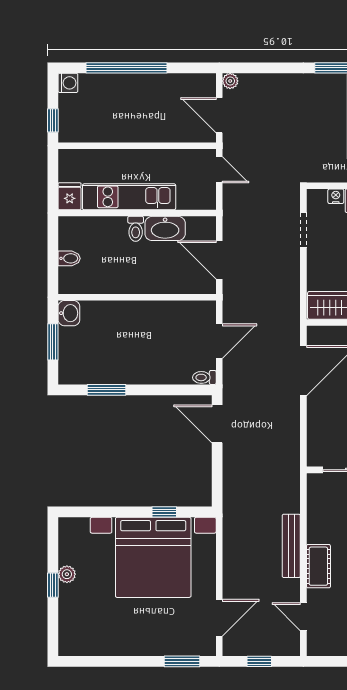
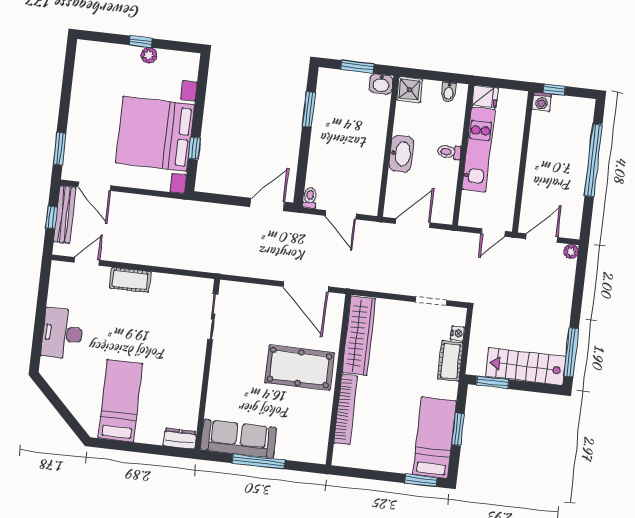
washing machine: (68, 83) -> (542, 102), moved
washbasin: (165, 228) -> (401, 154), moved, turned 180
bidet: (69, 258) -> (449, 92), moved
shower: (71, 281) -> (410, 90), added
bench: (291, 546) -> (65, 214), moved, turned 90

